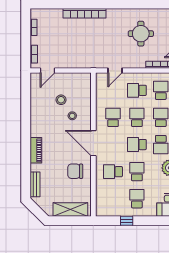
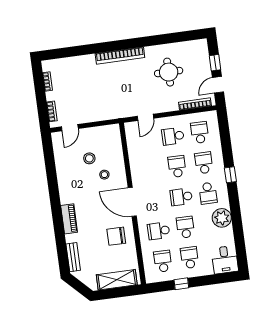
bookcase: (85, 13) -> (120, 56), moved
school desk: (113, 117) -> (163, 261), moved

